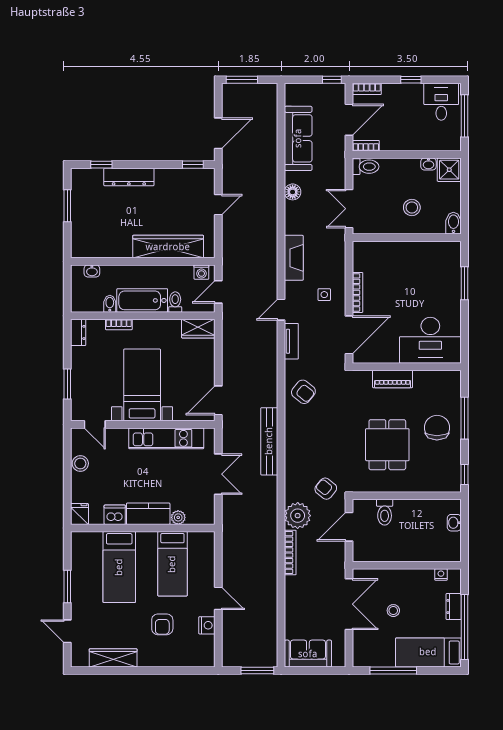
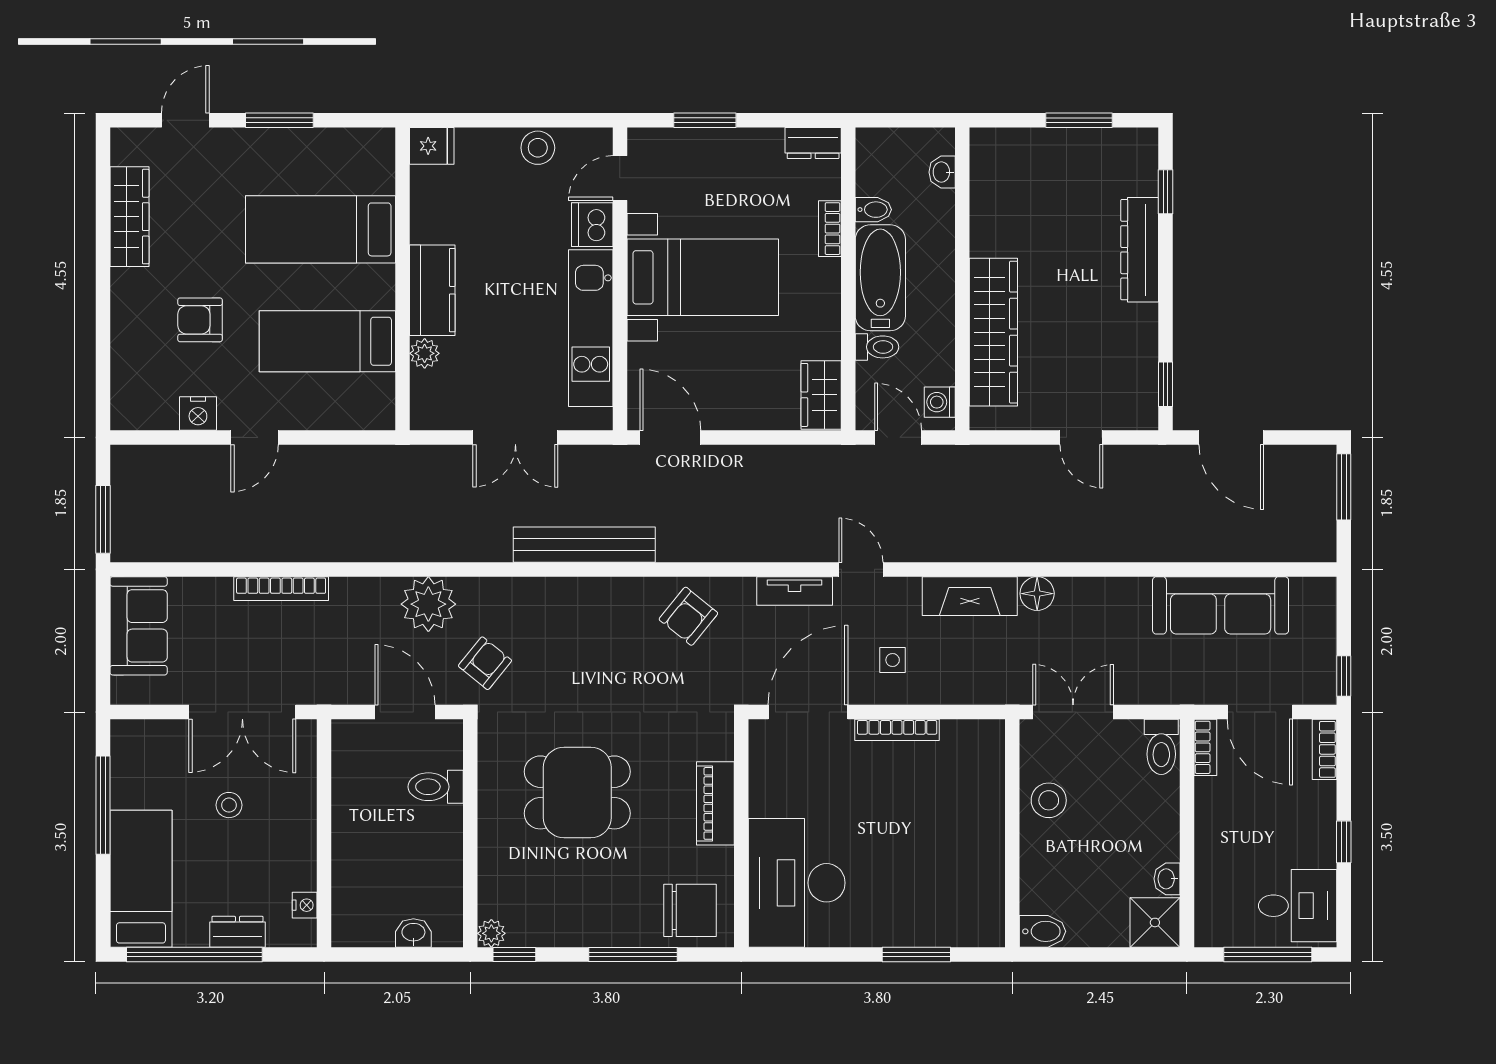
floor lamp: (293, 192) -> (1037, 594), moved
stool: (412, 207) -> (1049, 800), moved
door: (349, 335) -> (808, 712), swing flipped
chair: (437, 428) -> (690, 910), moved
plant: (454, 486) -> (491, 933), added
dishwasher: (115, 515) -> (592, 225), moved, turned 180
bookcase: (290, 553) -> (281, 589), moved

